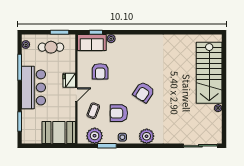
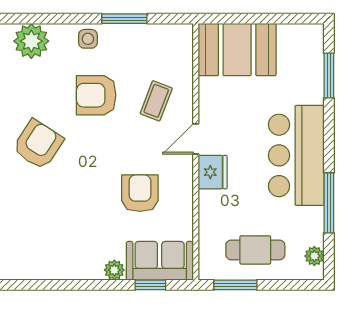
armchair: (119, 113) -> (96, 95), turned 180
plant: (95, 136) -> (153, 42), removed

